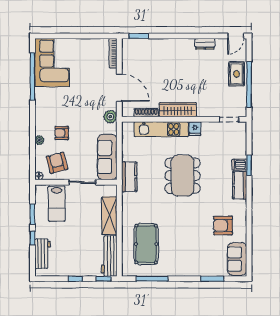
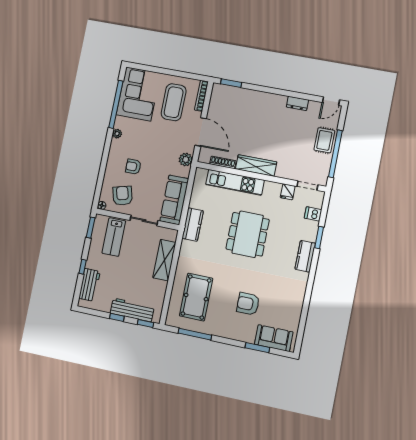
coffee table: (88, 64) -> (174, 102), added
fridge: (195, 129) -> (288, 192), moved
plant: (39, 140) -> (117, 134), moved
dishwasher: (239, 165) -> (313, 214), moved
window: (32, 214) -> (91, 228), moved
armchair: (223, 225) -> (248, 304), moved
workbench: (109, 256) -> (132, 310), moved, turned 90
sofa: (237, 259) -> (274, 338), moved, turned 90

